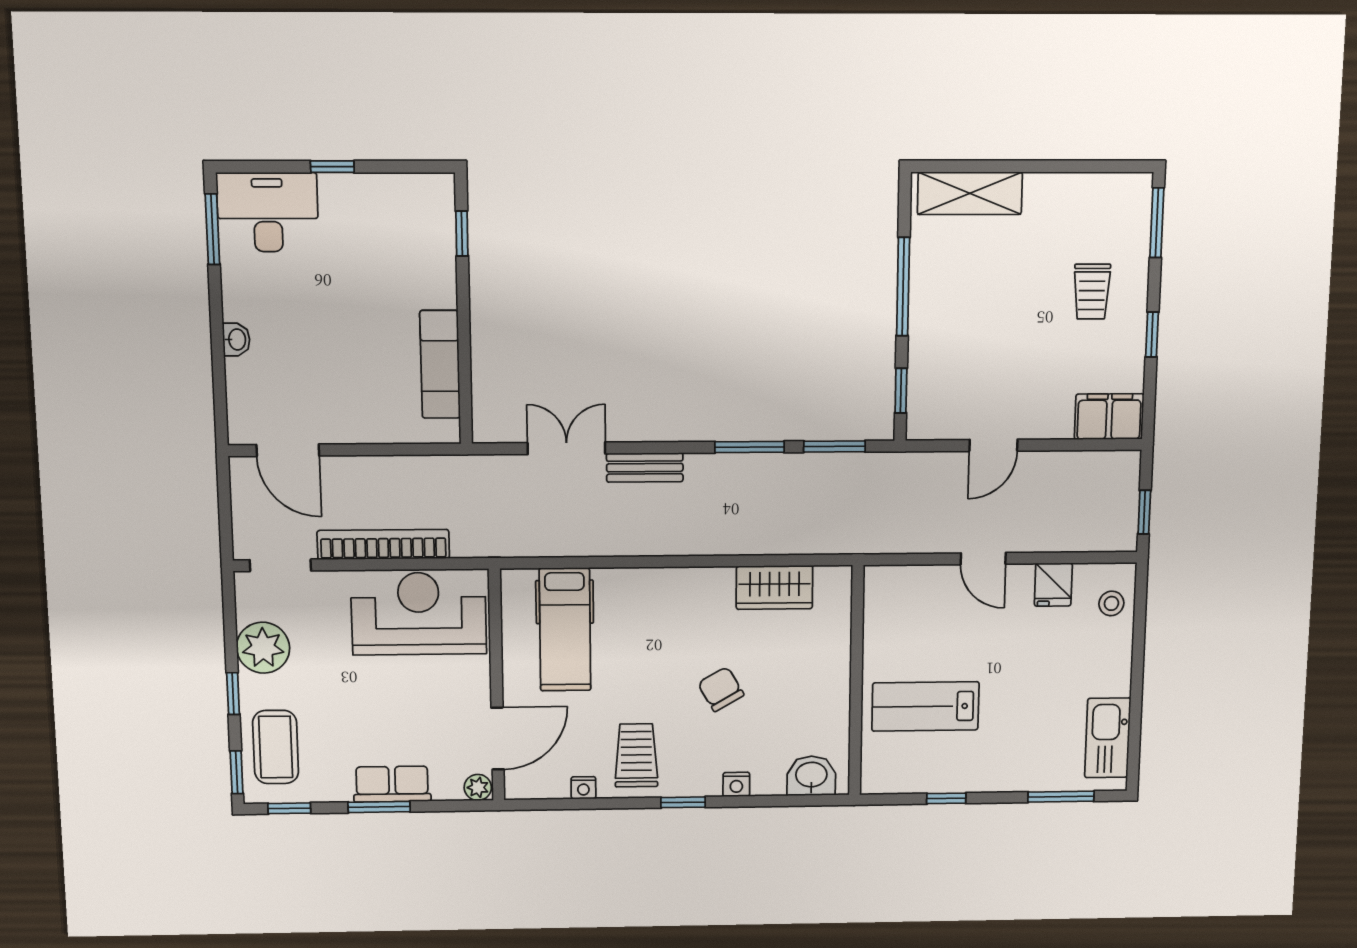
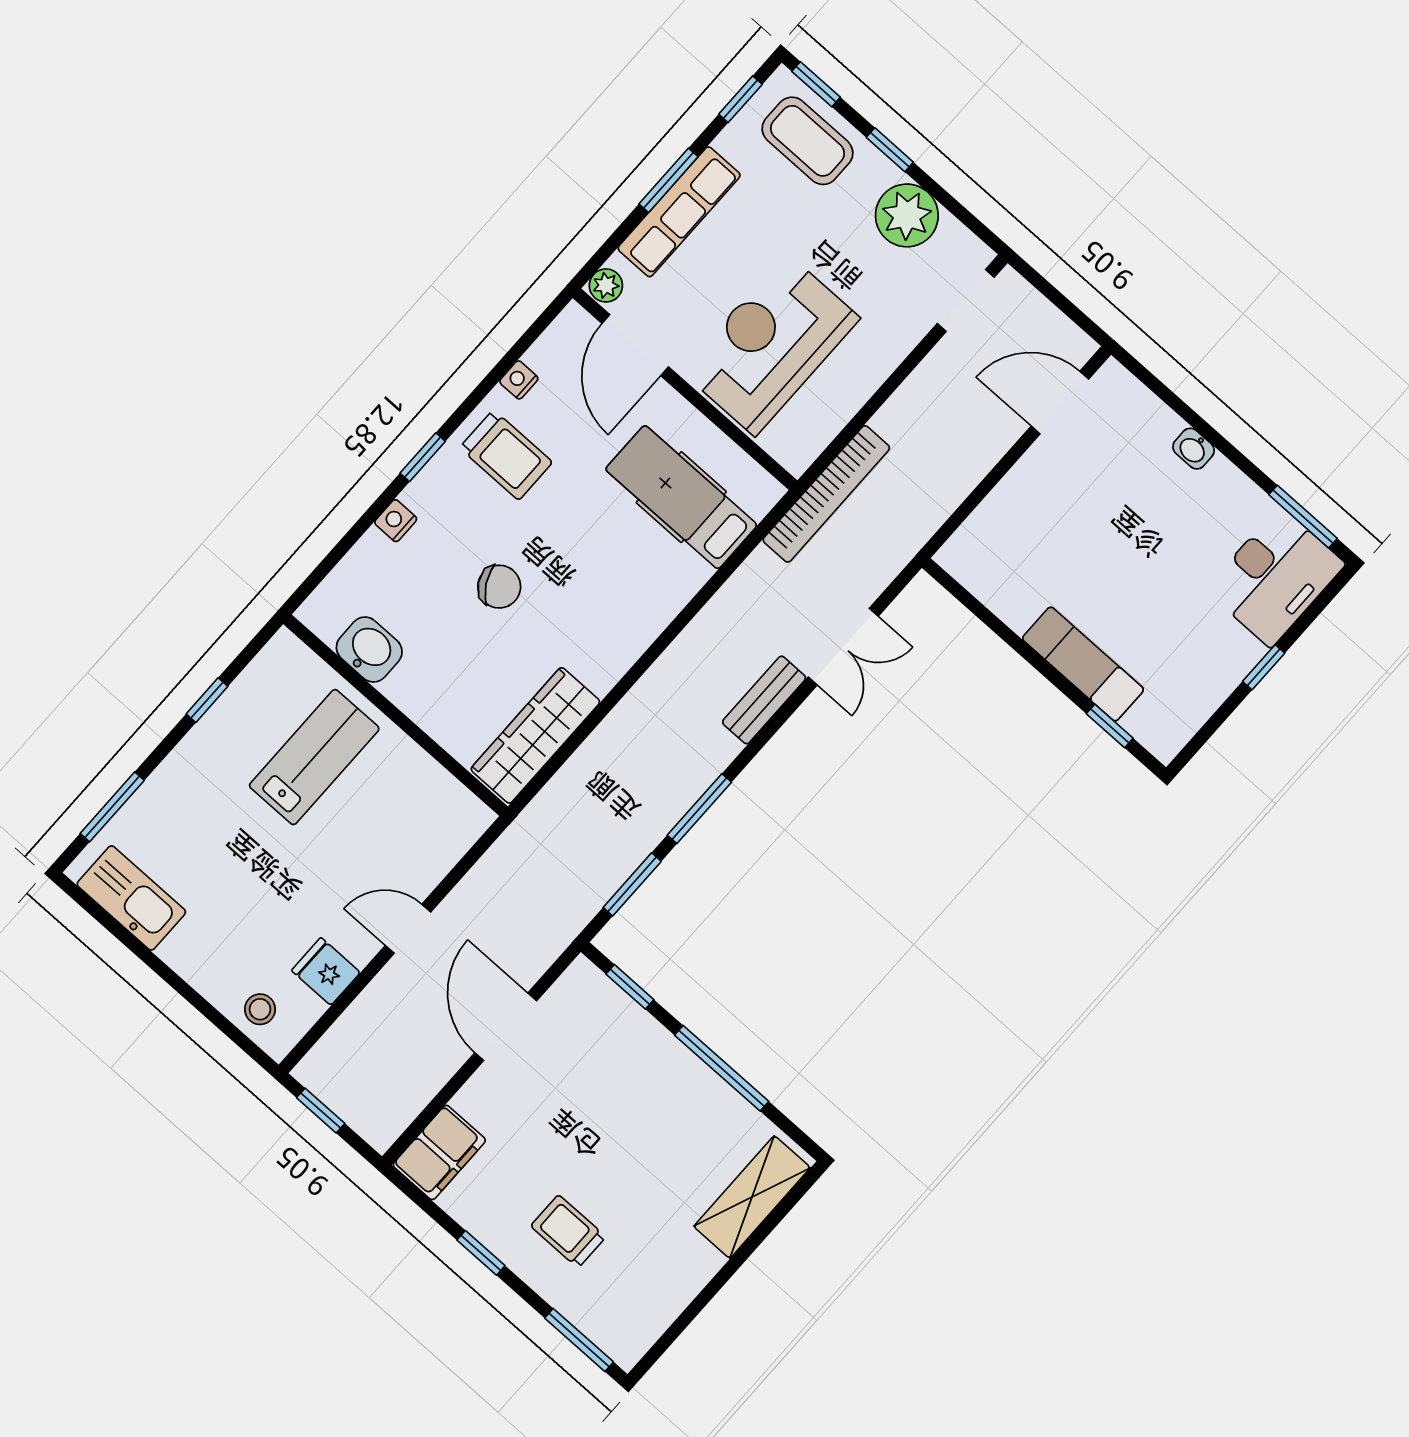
exam couch: (440, 364) -> (1083, 664), moved
door: (993, 445) -> (506, 1027), width x1.37
bookcase: (383, 544) -> (826, 494), moved
wardrobe: (774, 587) -> (535, 735), width x1.50
reception desk: (419, 614) -> (770, 344), moved, turned 180
washbasin: (811, 776) -> (369, 650), moved, turned -90
row of seats: (392, 784) -> (679, 212), width x1.48

